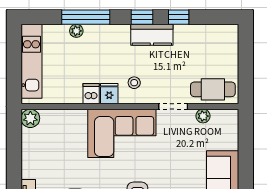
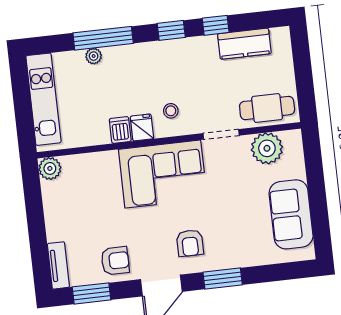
kitchen counter: (152, 35) -> (244, 44), moved
plant: (203, 116) -> (267, 148), width x1.88, depth x1.88

